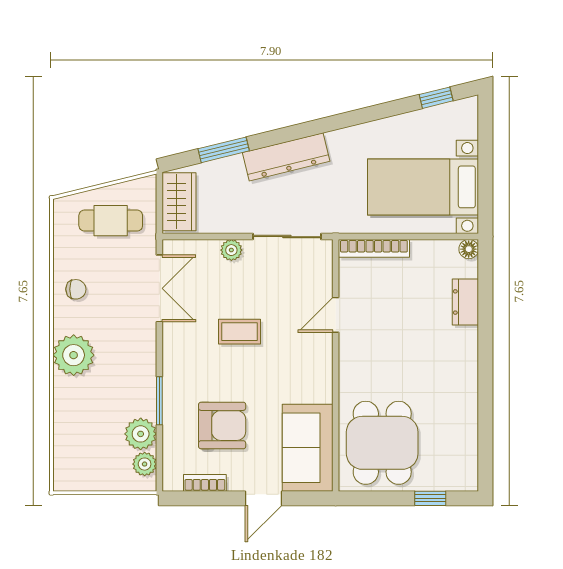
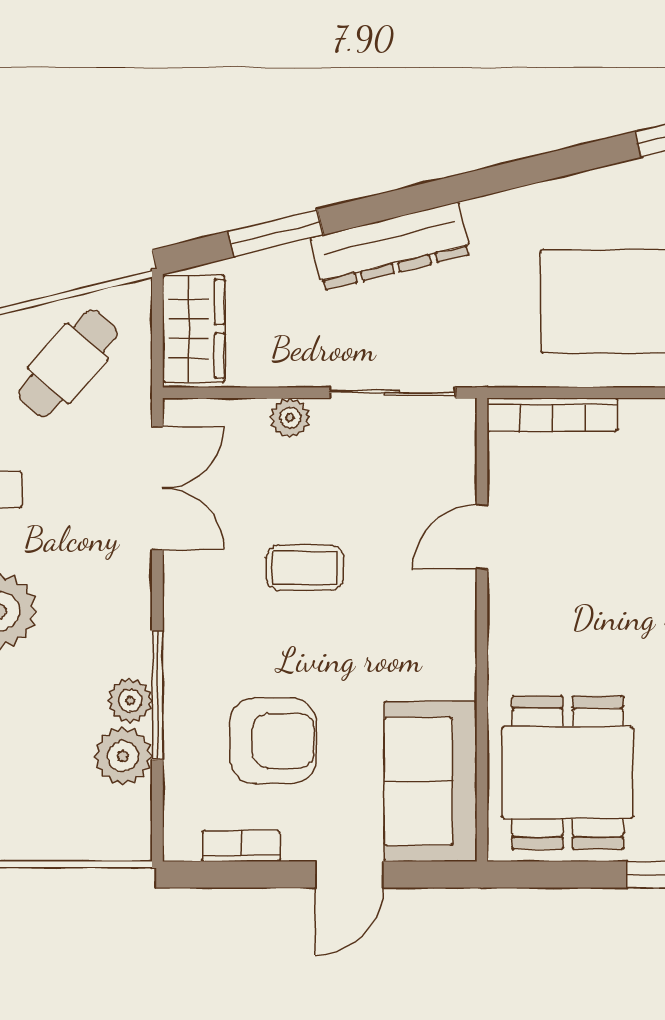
cafe table: (111, 221) -> (68, 363), turned -49
window: (159, 401) -> (157, 695), width x1.44
plant: (145, 464) -> (130, 701), moved

